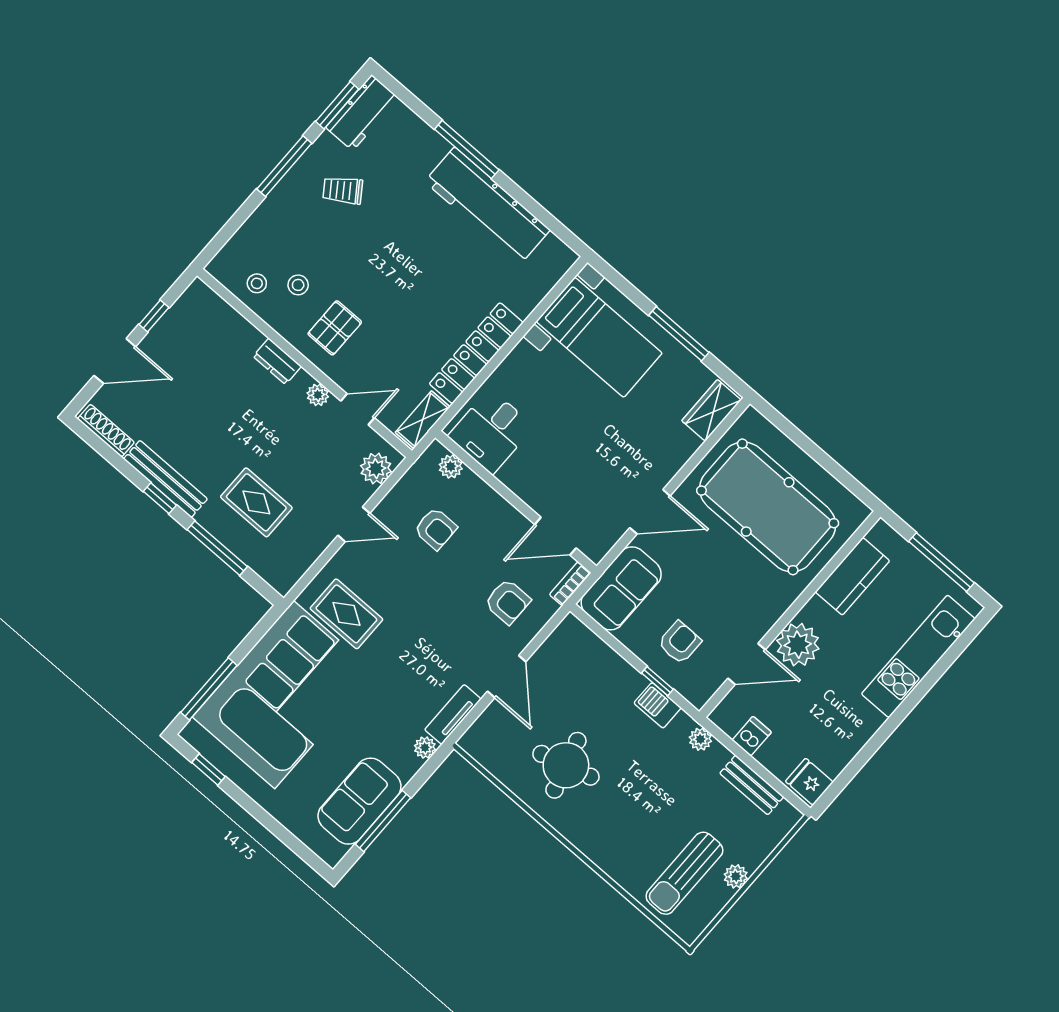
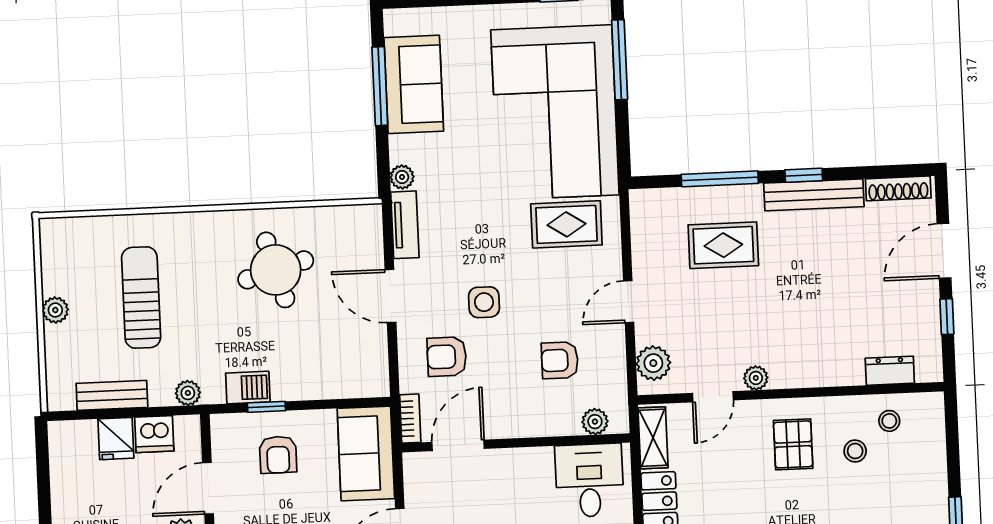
dresser: (277, 361) -> (890, 371), moved
side table: (449, 614) -> (484, 302), added
dishwasher: (752, 736) -> (154, 434), width x1.38
fridge: (809, 782) -> (116, 438), moved, turned 90
sun lounger: (684, 873) -> (141, 298), moved

